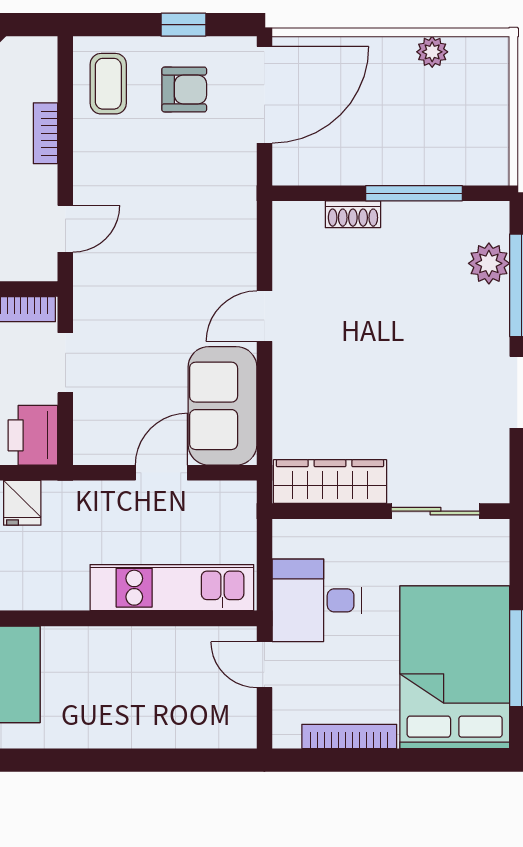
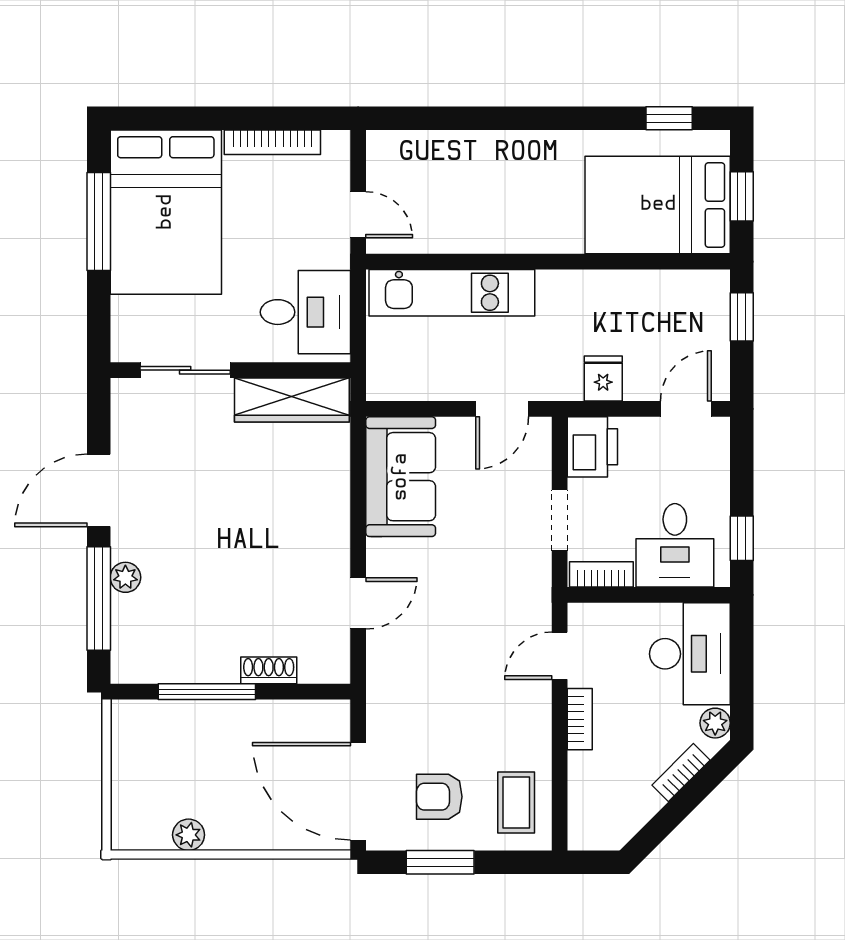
window: (183, 25) -> (440, 862), width x1.50
door: (264, 95) -> (358, 791), hinge flipped
bookcase: (45, 133) -> (580, 719), moved
plant: (489, 263) -> (125, 577), moved, width x0.73, depth x0.73
door: (264, 316) -> (358, 603), moved
door: (161, 473) -> (502, 409), moved
desk: (317, 600) -> (305, 312), moved

